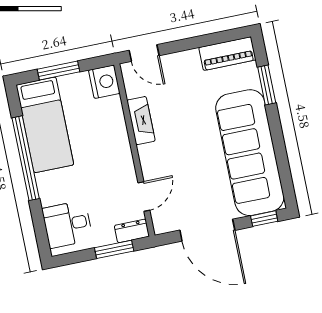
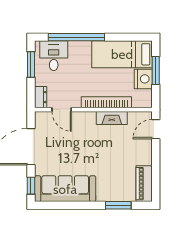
nightstand: (104, 82) -> (143, 79), moved, turned -90
bookcase: (120, 133) -> (106, 102), added
sofa: (250, 153) -> (65, 189), width x0.74, depth x0.79
window: (26, 158) -> (76, 37), moved
window: (114, 249) -> (31, 65), moved

